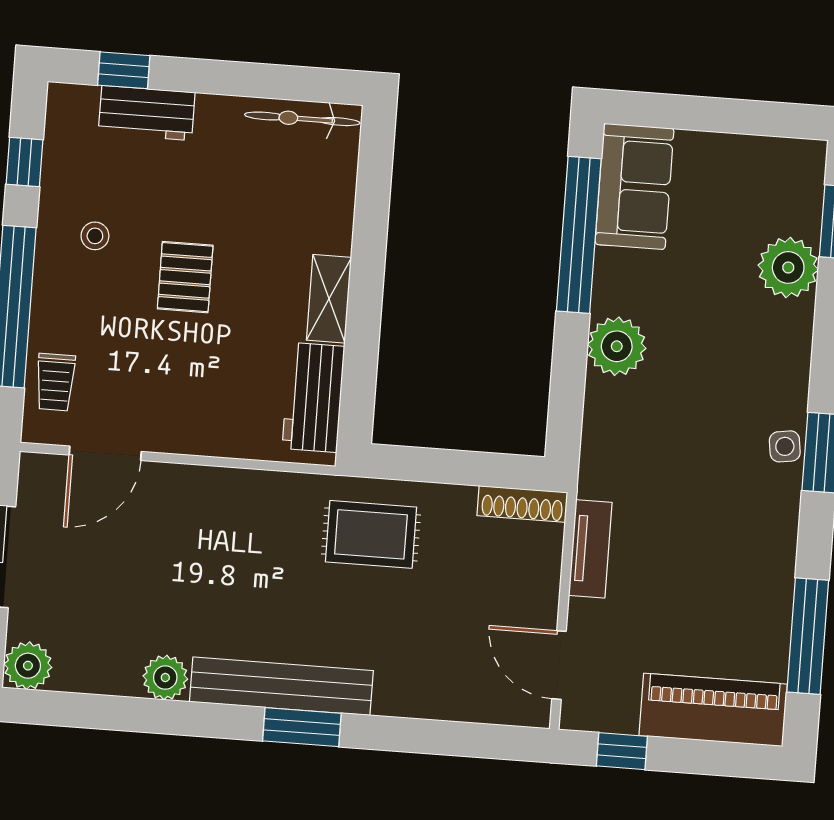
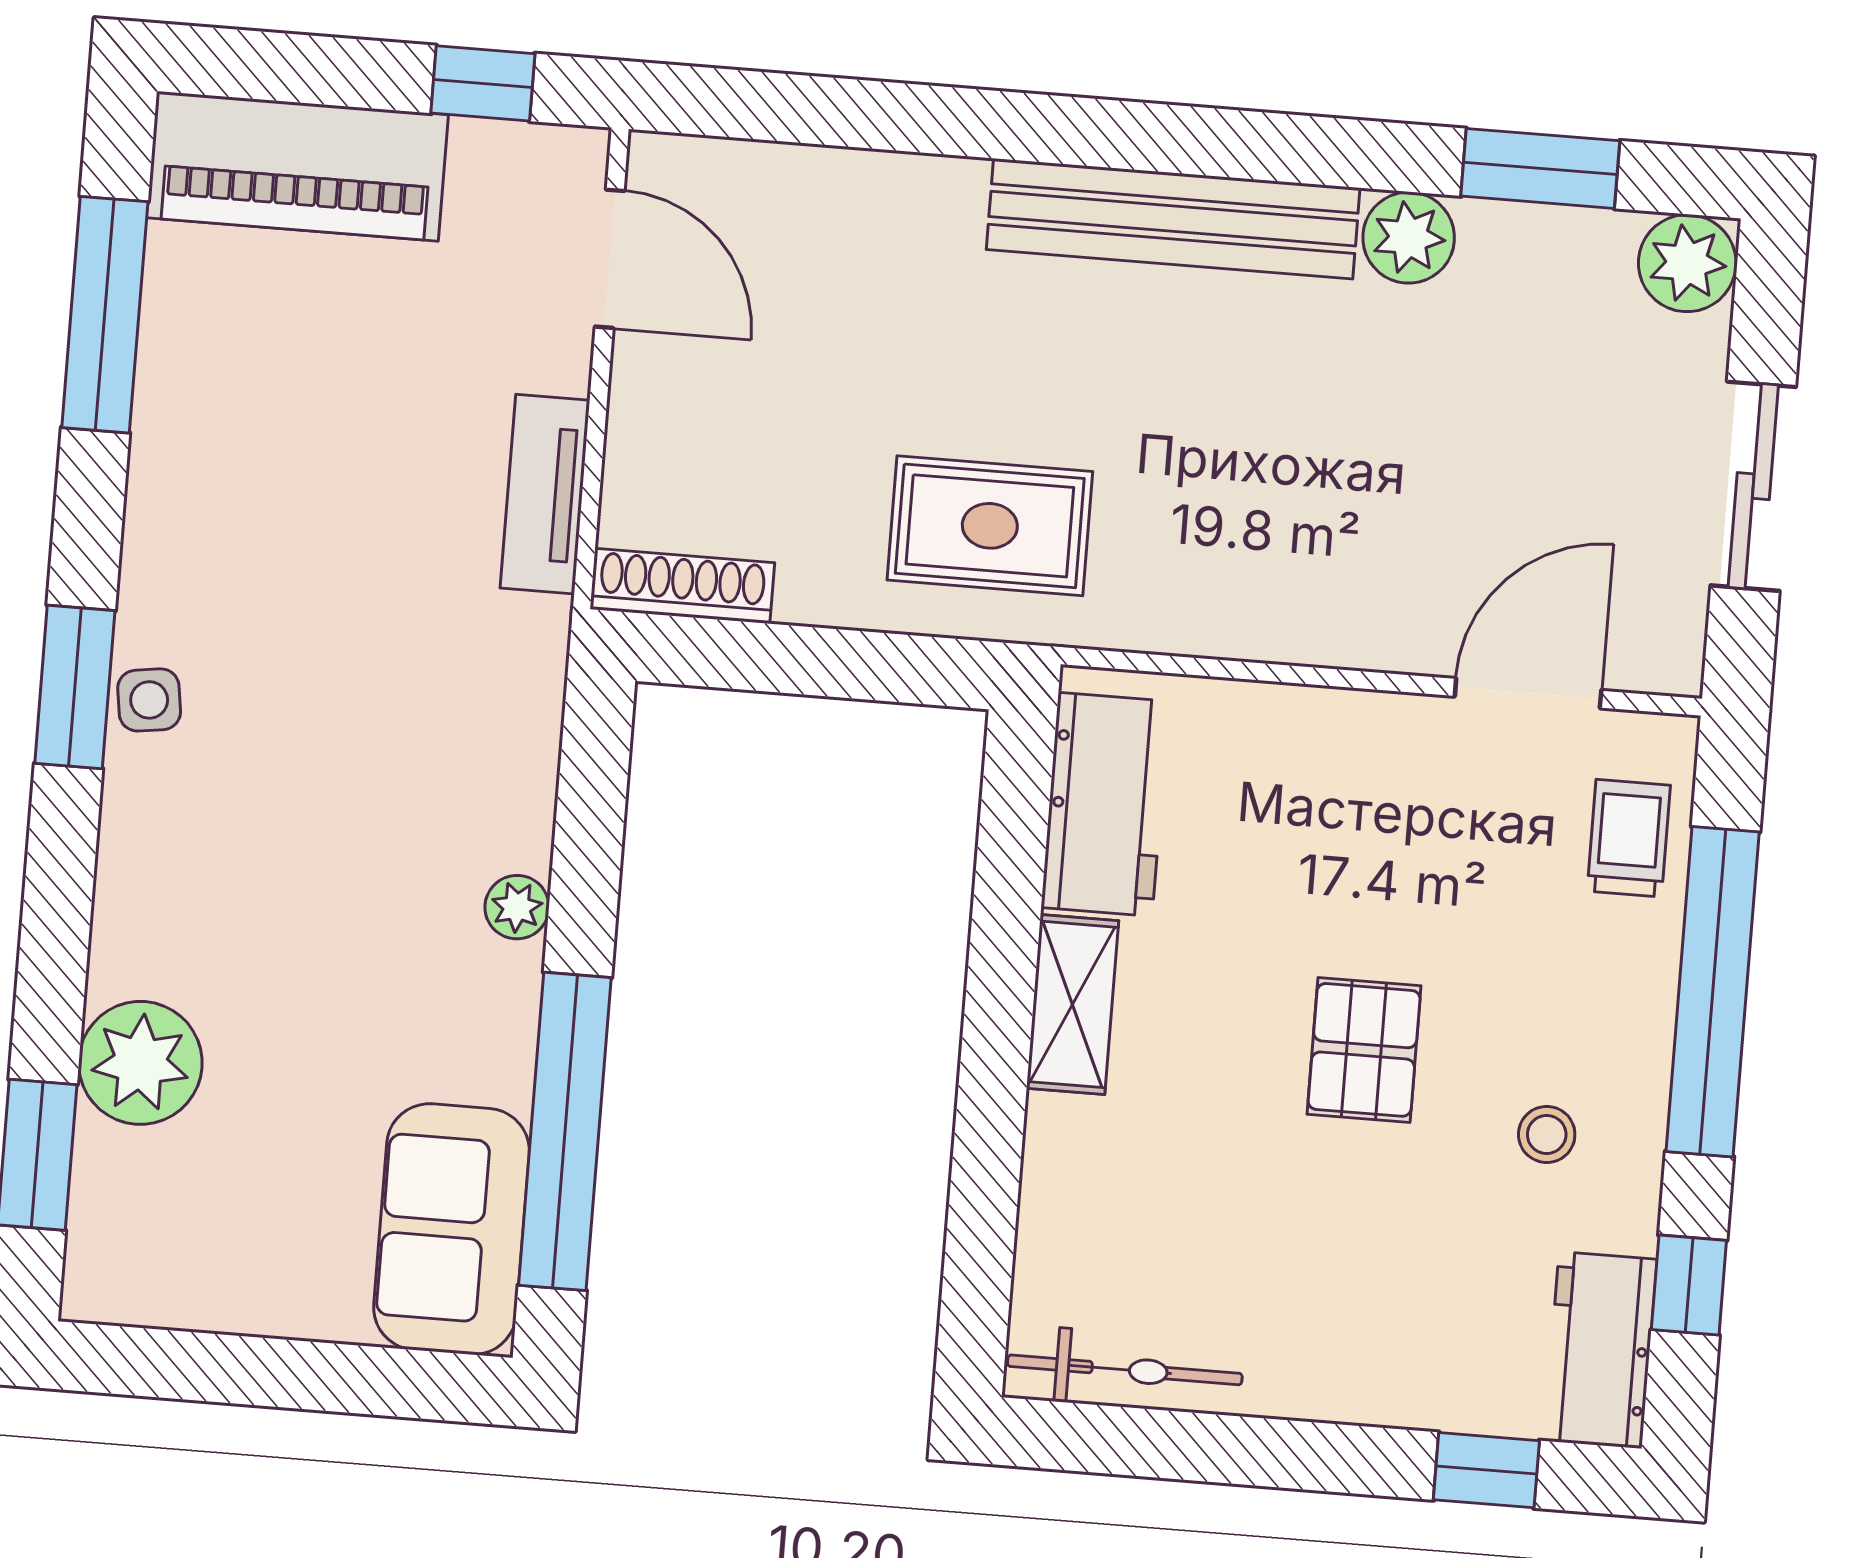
workbench: (147, 113) -> (1601, 1350), moved, turned -90
plant: (617, 346) -> (517, 907), width x0.53, depth x0.53
window: (302, 727) -> (1540, 168), moved

